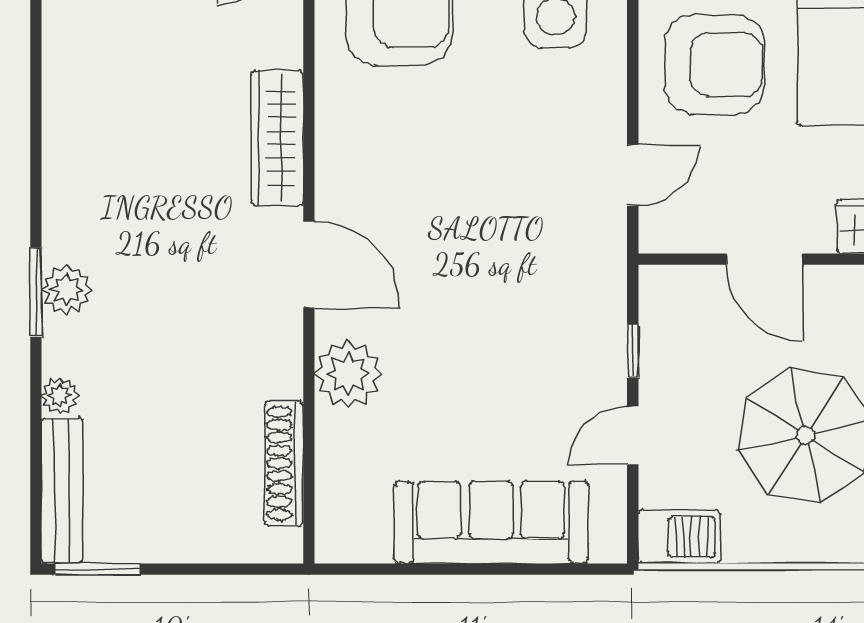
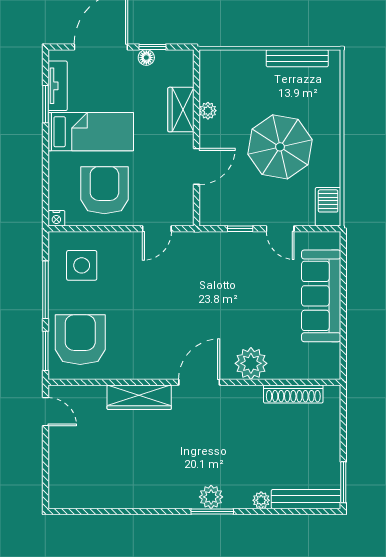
door: (633, 175) -> (157, 229), swing flipped

